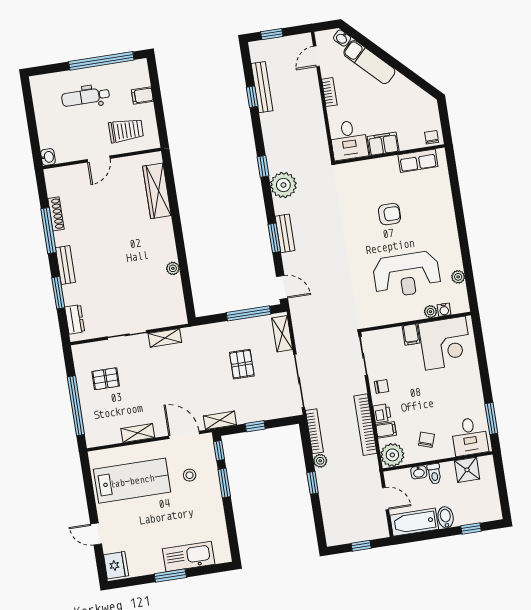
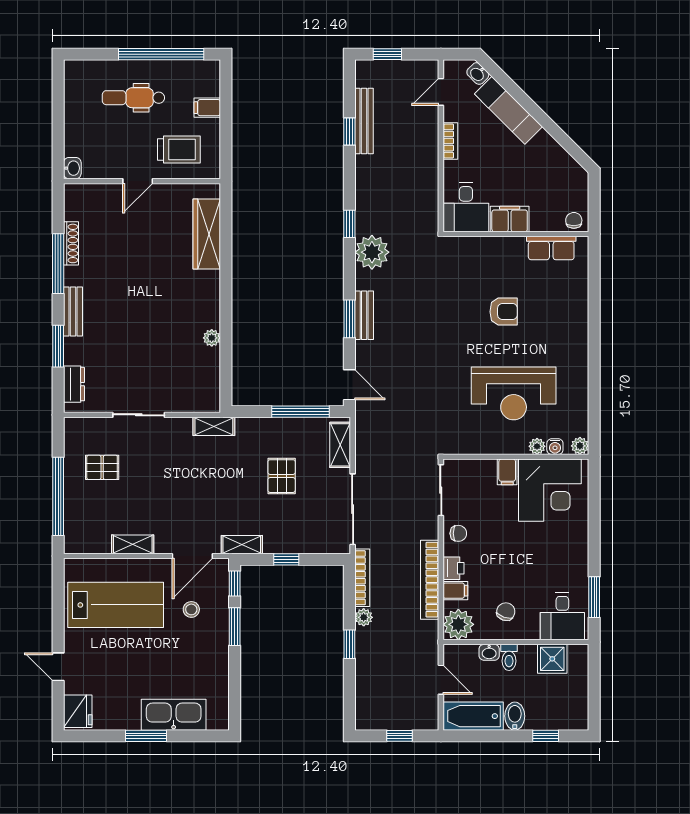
plant: (458, 277) -> (580, 446), moved
shelving: (165, 338) -> (214, 426), moved
door: (184, 435) -> (192, 556), swing flipped

